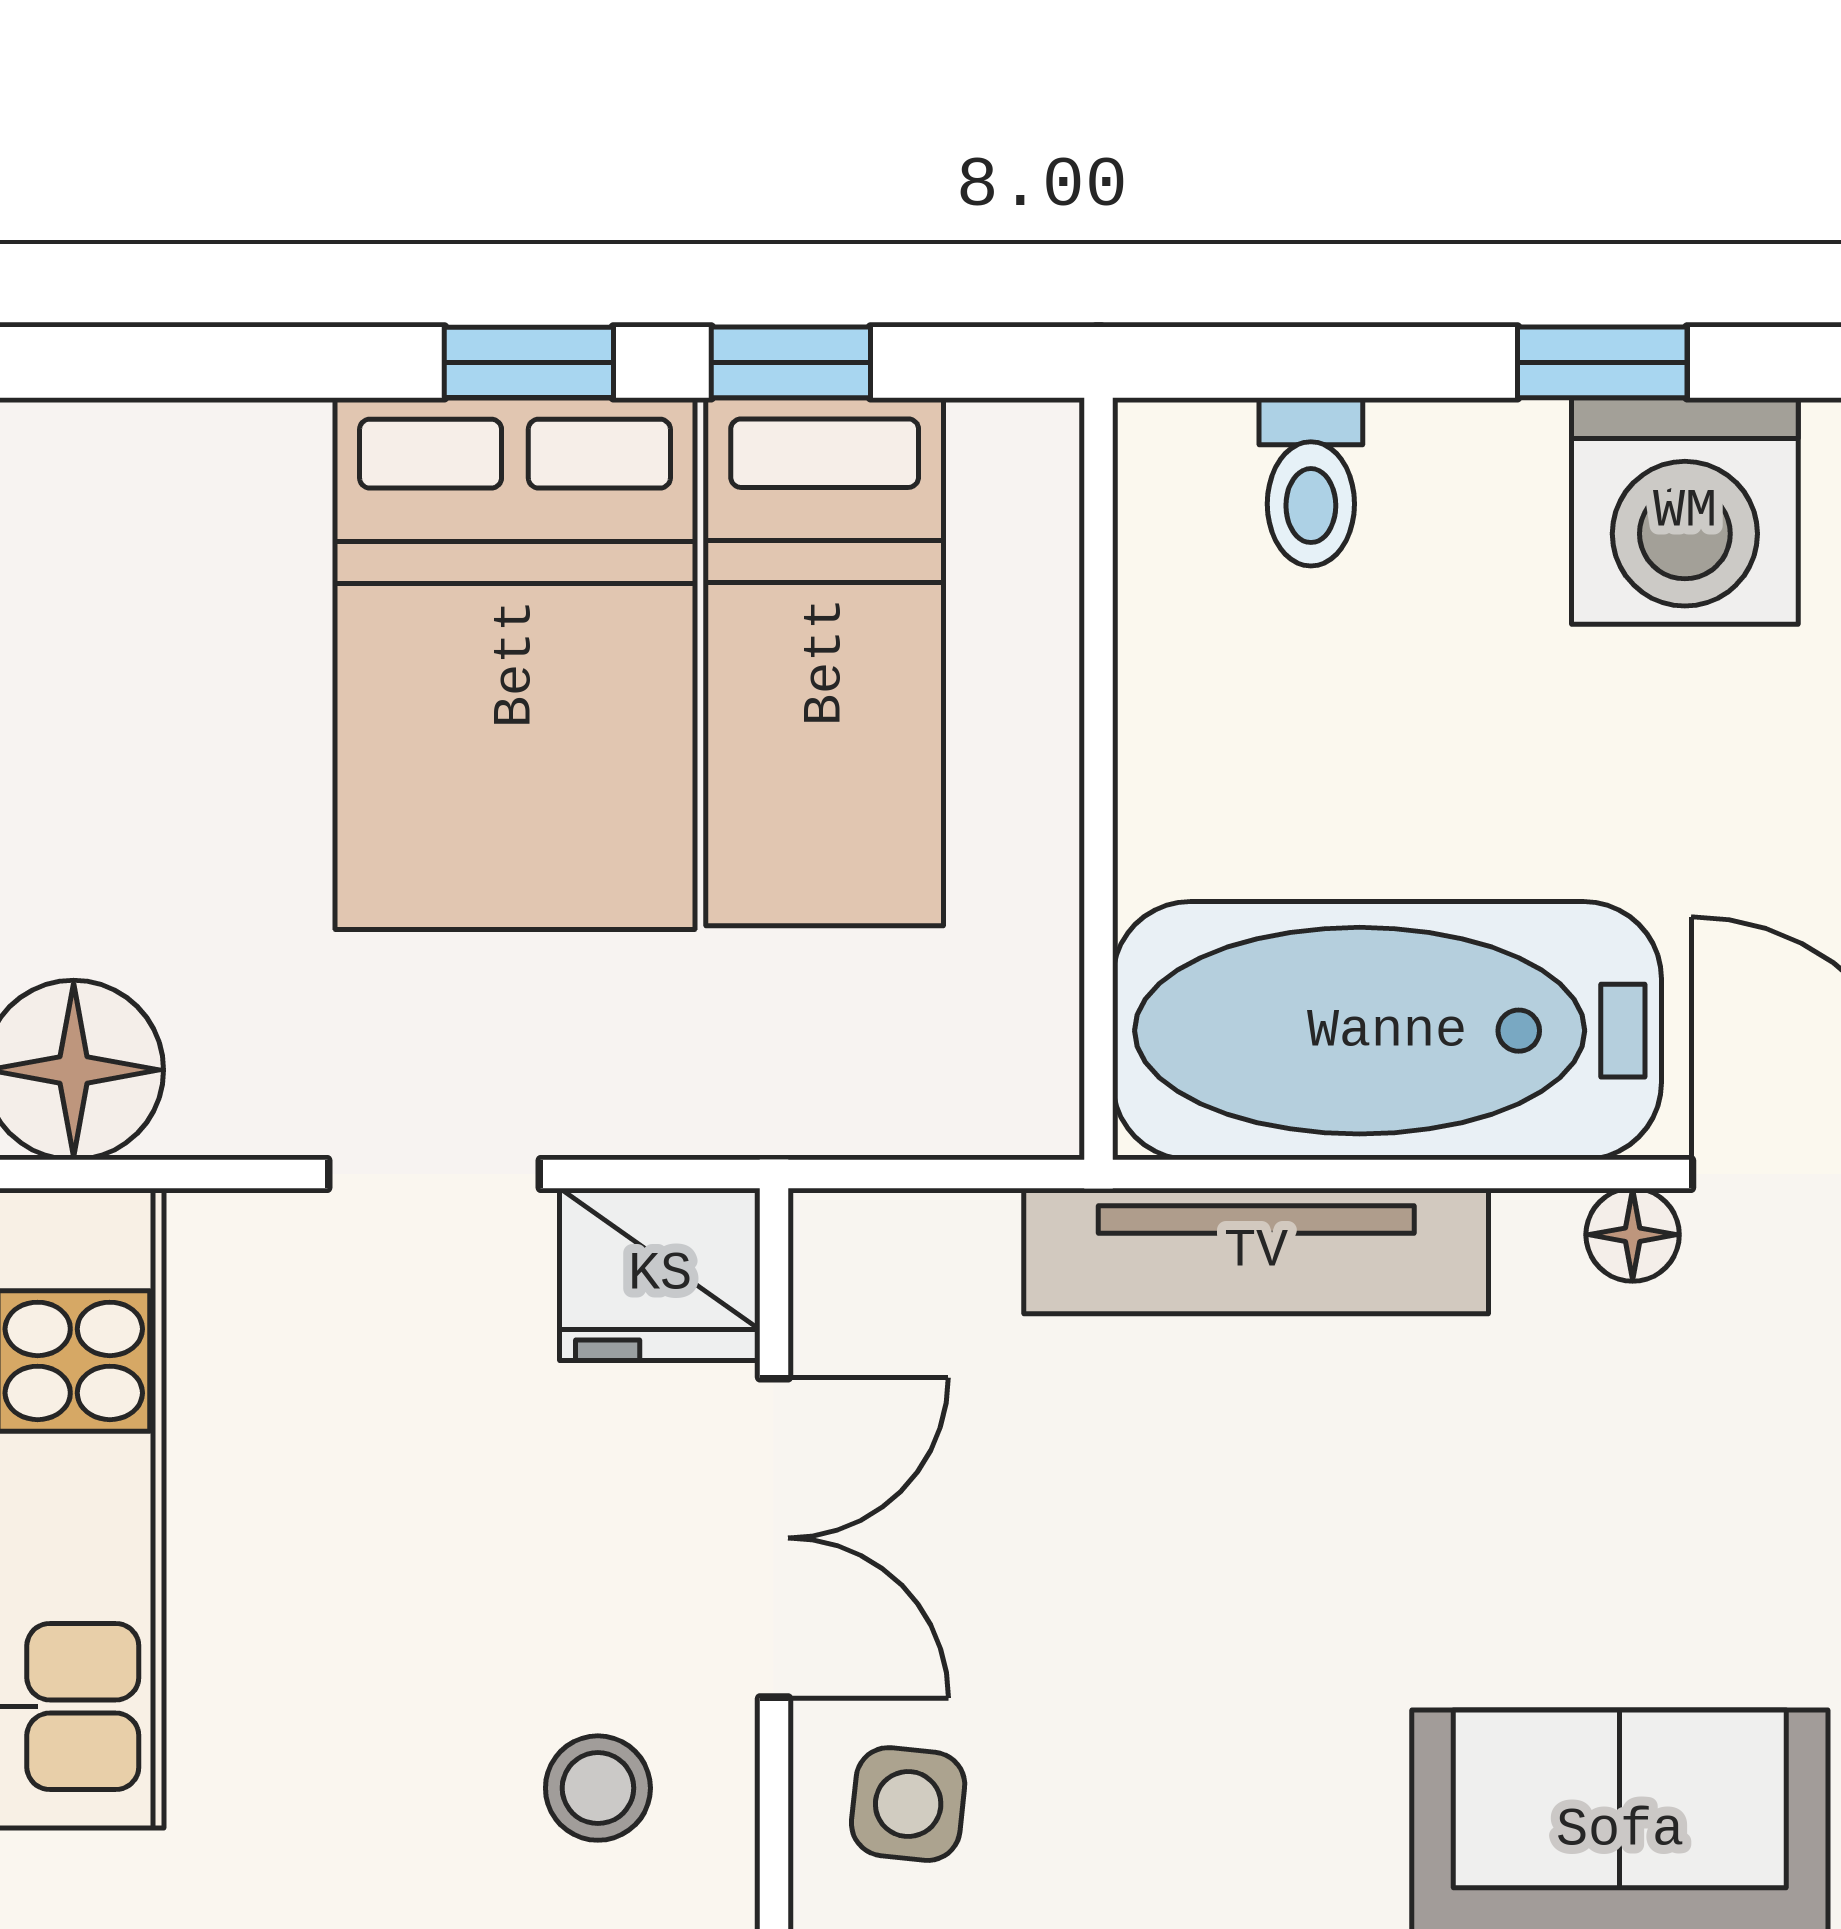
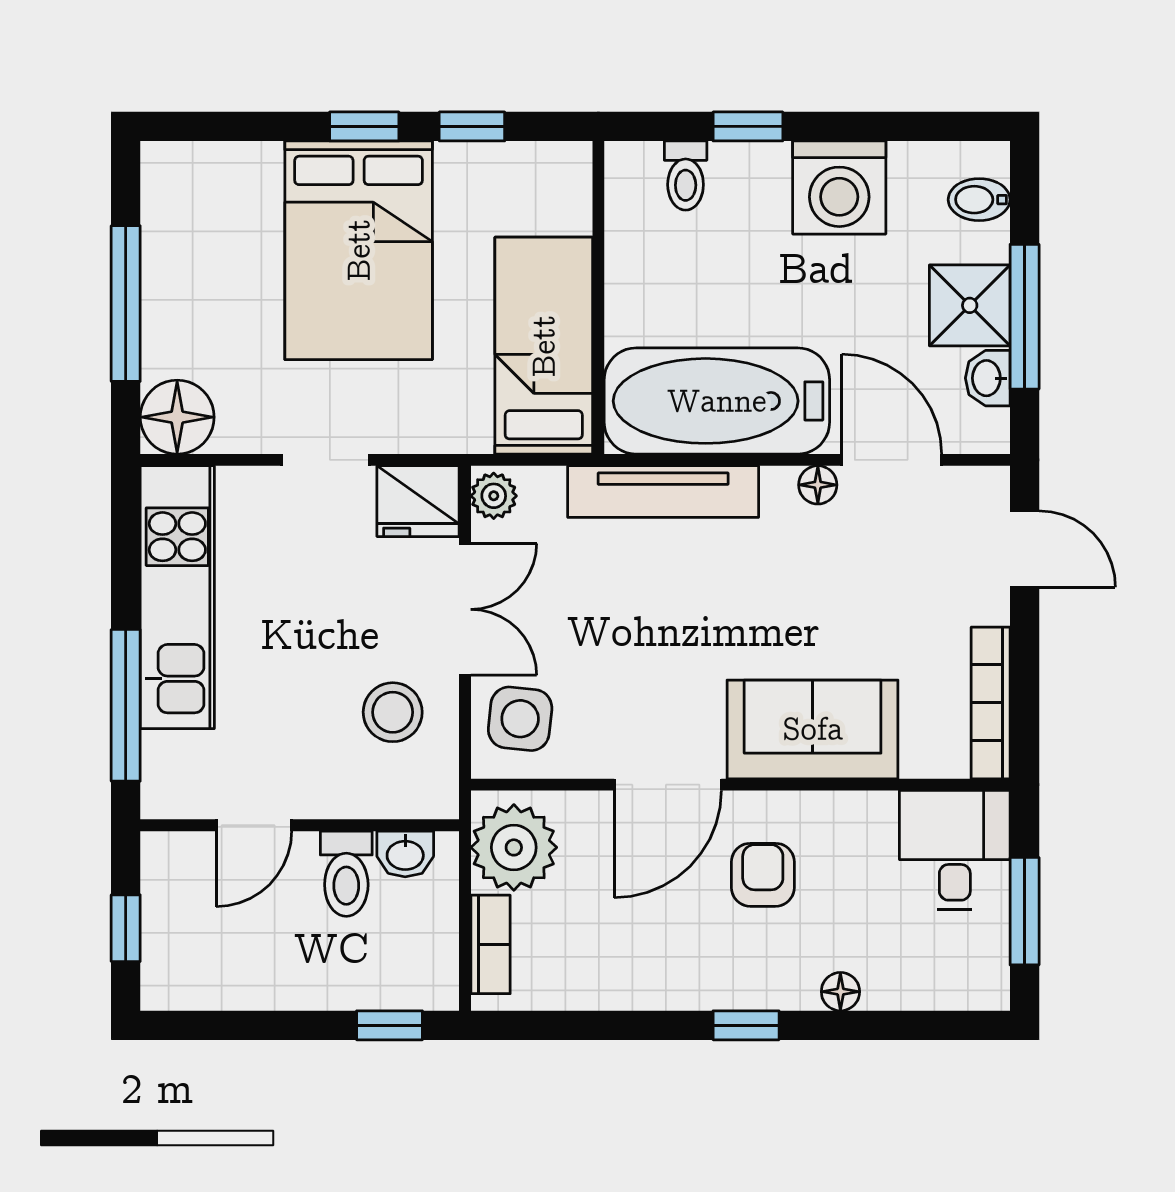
window: (1602, 362) -> (748, 126), moved
bed: (825, 662) -> (544, 346), moved, turned 180
plant: (844, 1261) -> (494, 496), added
stool: (598, 1788) -> (393, 712), width x1.37, depth x1.37
side table: (908, 1804) -> (520, 719), width x1.37, depth x1.37

